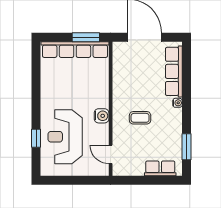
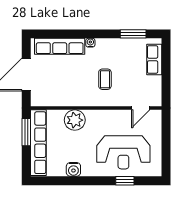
plant: (98, 87) -> (75, 120), added
water cooler: (102, 116) -> (73, 169), moved, turned 180

